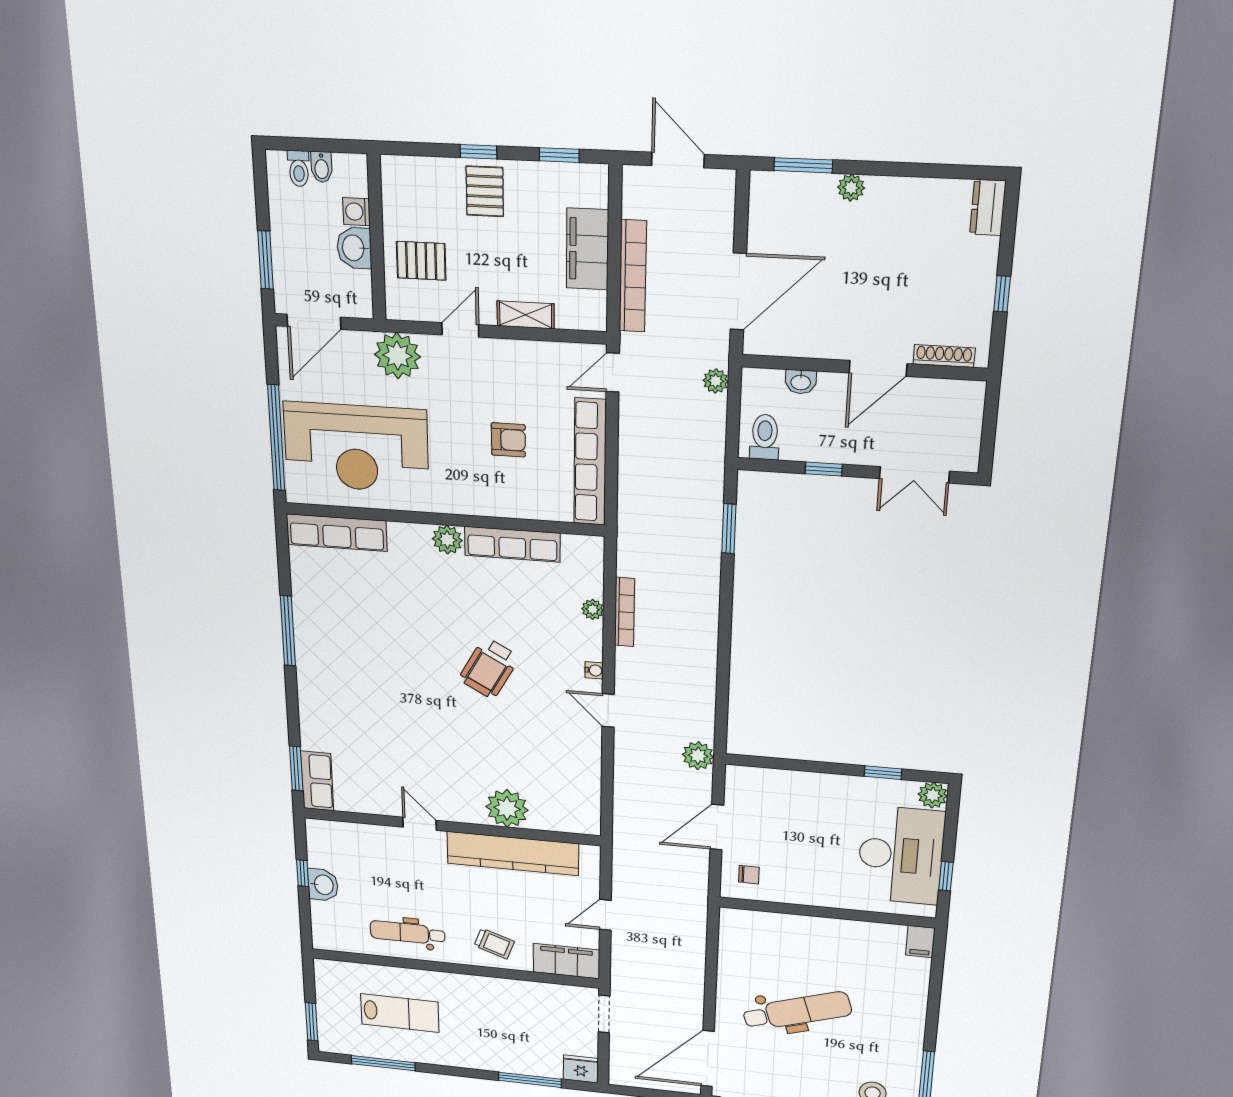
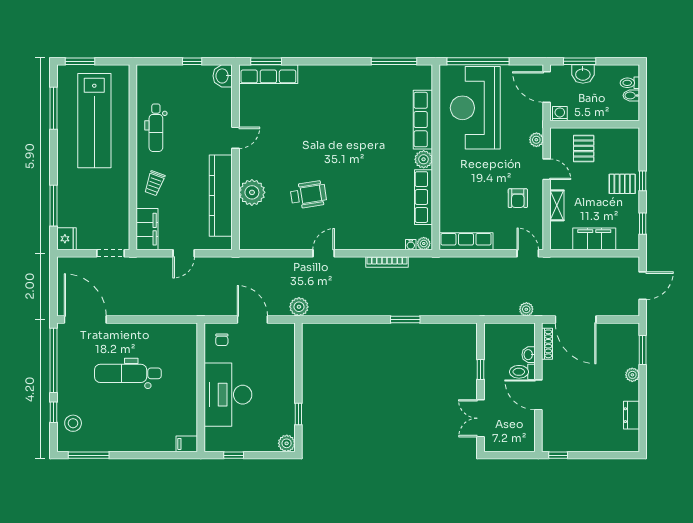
dresser: (988, 207) -> (631, 415), moved, turned -90
washing machine: (356, 212) -> (560, 114), moved
washbasin: (354, 248) -> (583, 74), moved, turned 180
bookcase: (633, 276) -> (581, 263), removed
window: (1002, 294) -> (558, 455), moved
plant: (397, 356) -> (536, 140), width x0.53, depth x0.53
shoe rack: (944, 356) -> (547, 344), moved
toilet: (765, 437) -> (522, 372), moved, turned 180
armchair: (508, 440) -> (518, 198), moved
row of seats: (590, 462) -> (466, 241), width x0.73
window: (729, 529) -> (405, 319), moved
row of seats: (337, 533) -> (423, 120), moved
plant: (593, 609) -> (424, 244), moved
window: (288, 631) -> (394, 61), moved
wheelchair: (489, 668) -> (308, 195), moved, turned 142
water cooler: (594, 670) -> (411, 245), moved
row of seats: (317, 781) -> (268, 74), width x1.48
desk: (901, 855) -> (228, 395), moved, turned 90
washbasin: (323, 885) -> (223, 76), moved, turned 90
door: (605, 915) -> (184, 253), swing flipped
dental chair: (407, 933) -> (156, 128), turned 180
dental chair: (797, 1011) -> (128, 373), turned 108
lab bench: (400, 1013) -> (94, 121), width x1.86, depth x1.39

